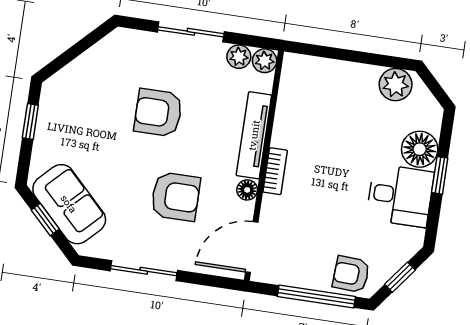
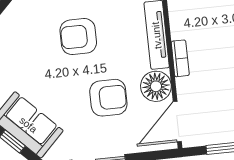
floor lamp: (247, 190) -> (156, 86), width x1.89, depth x1.89

